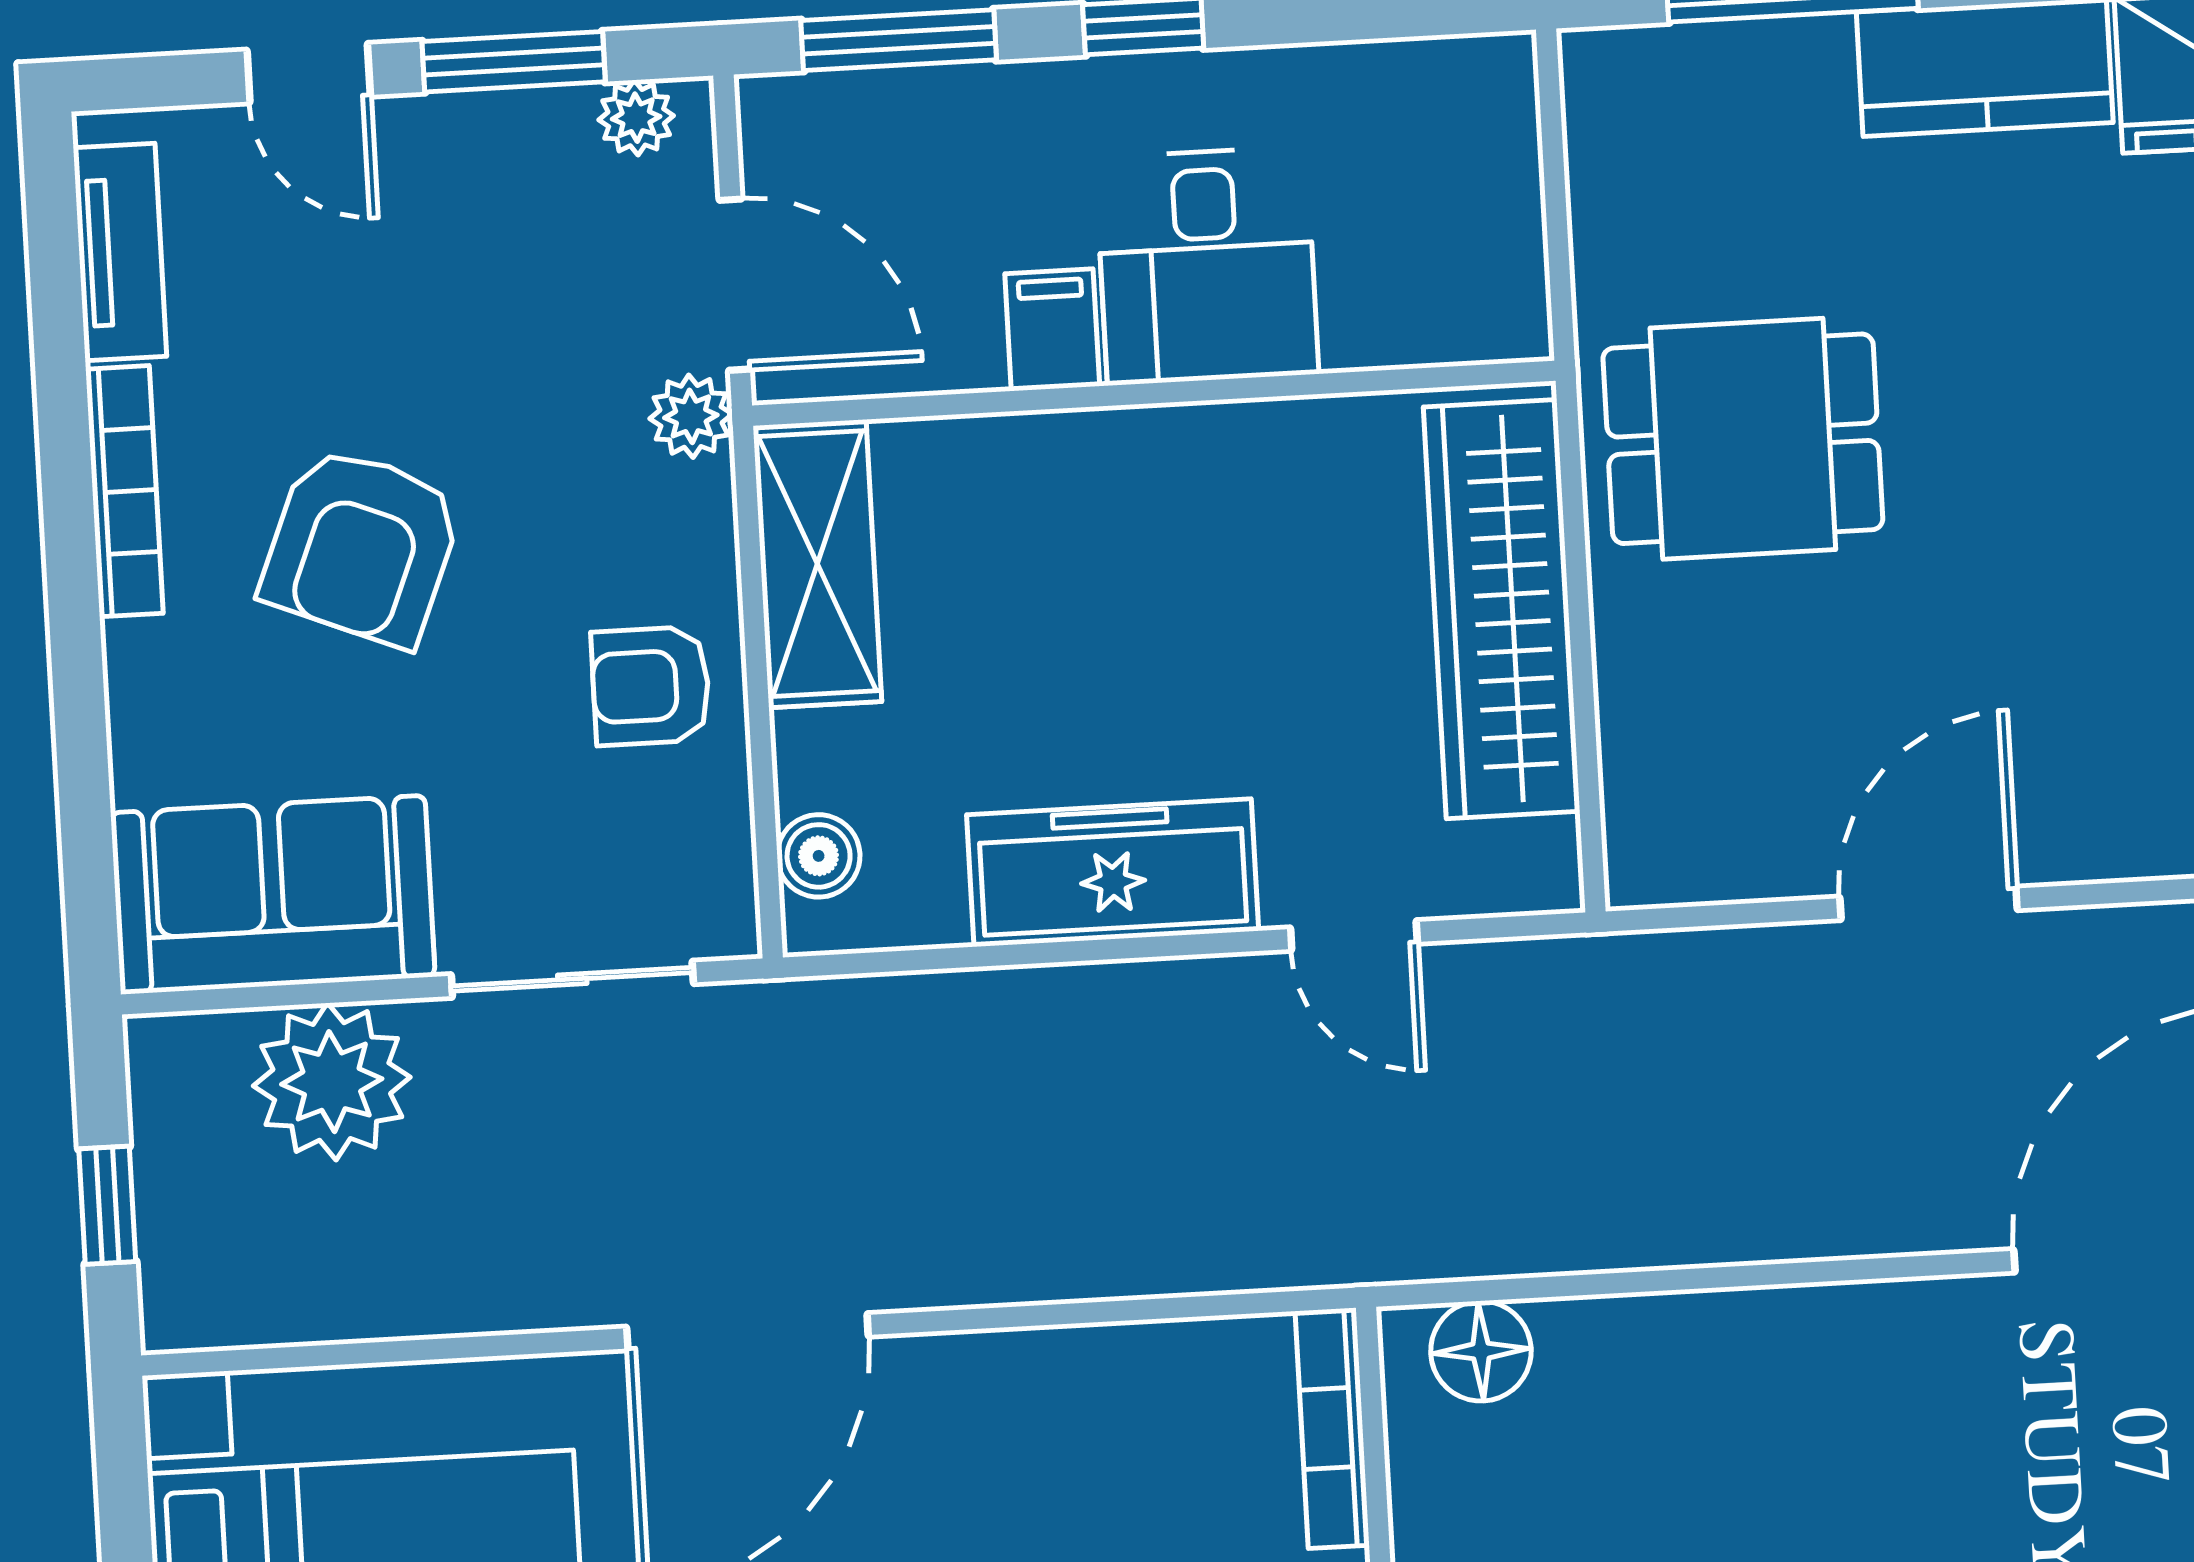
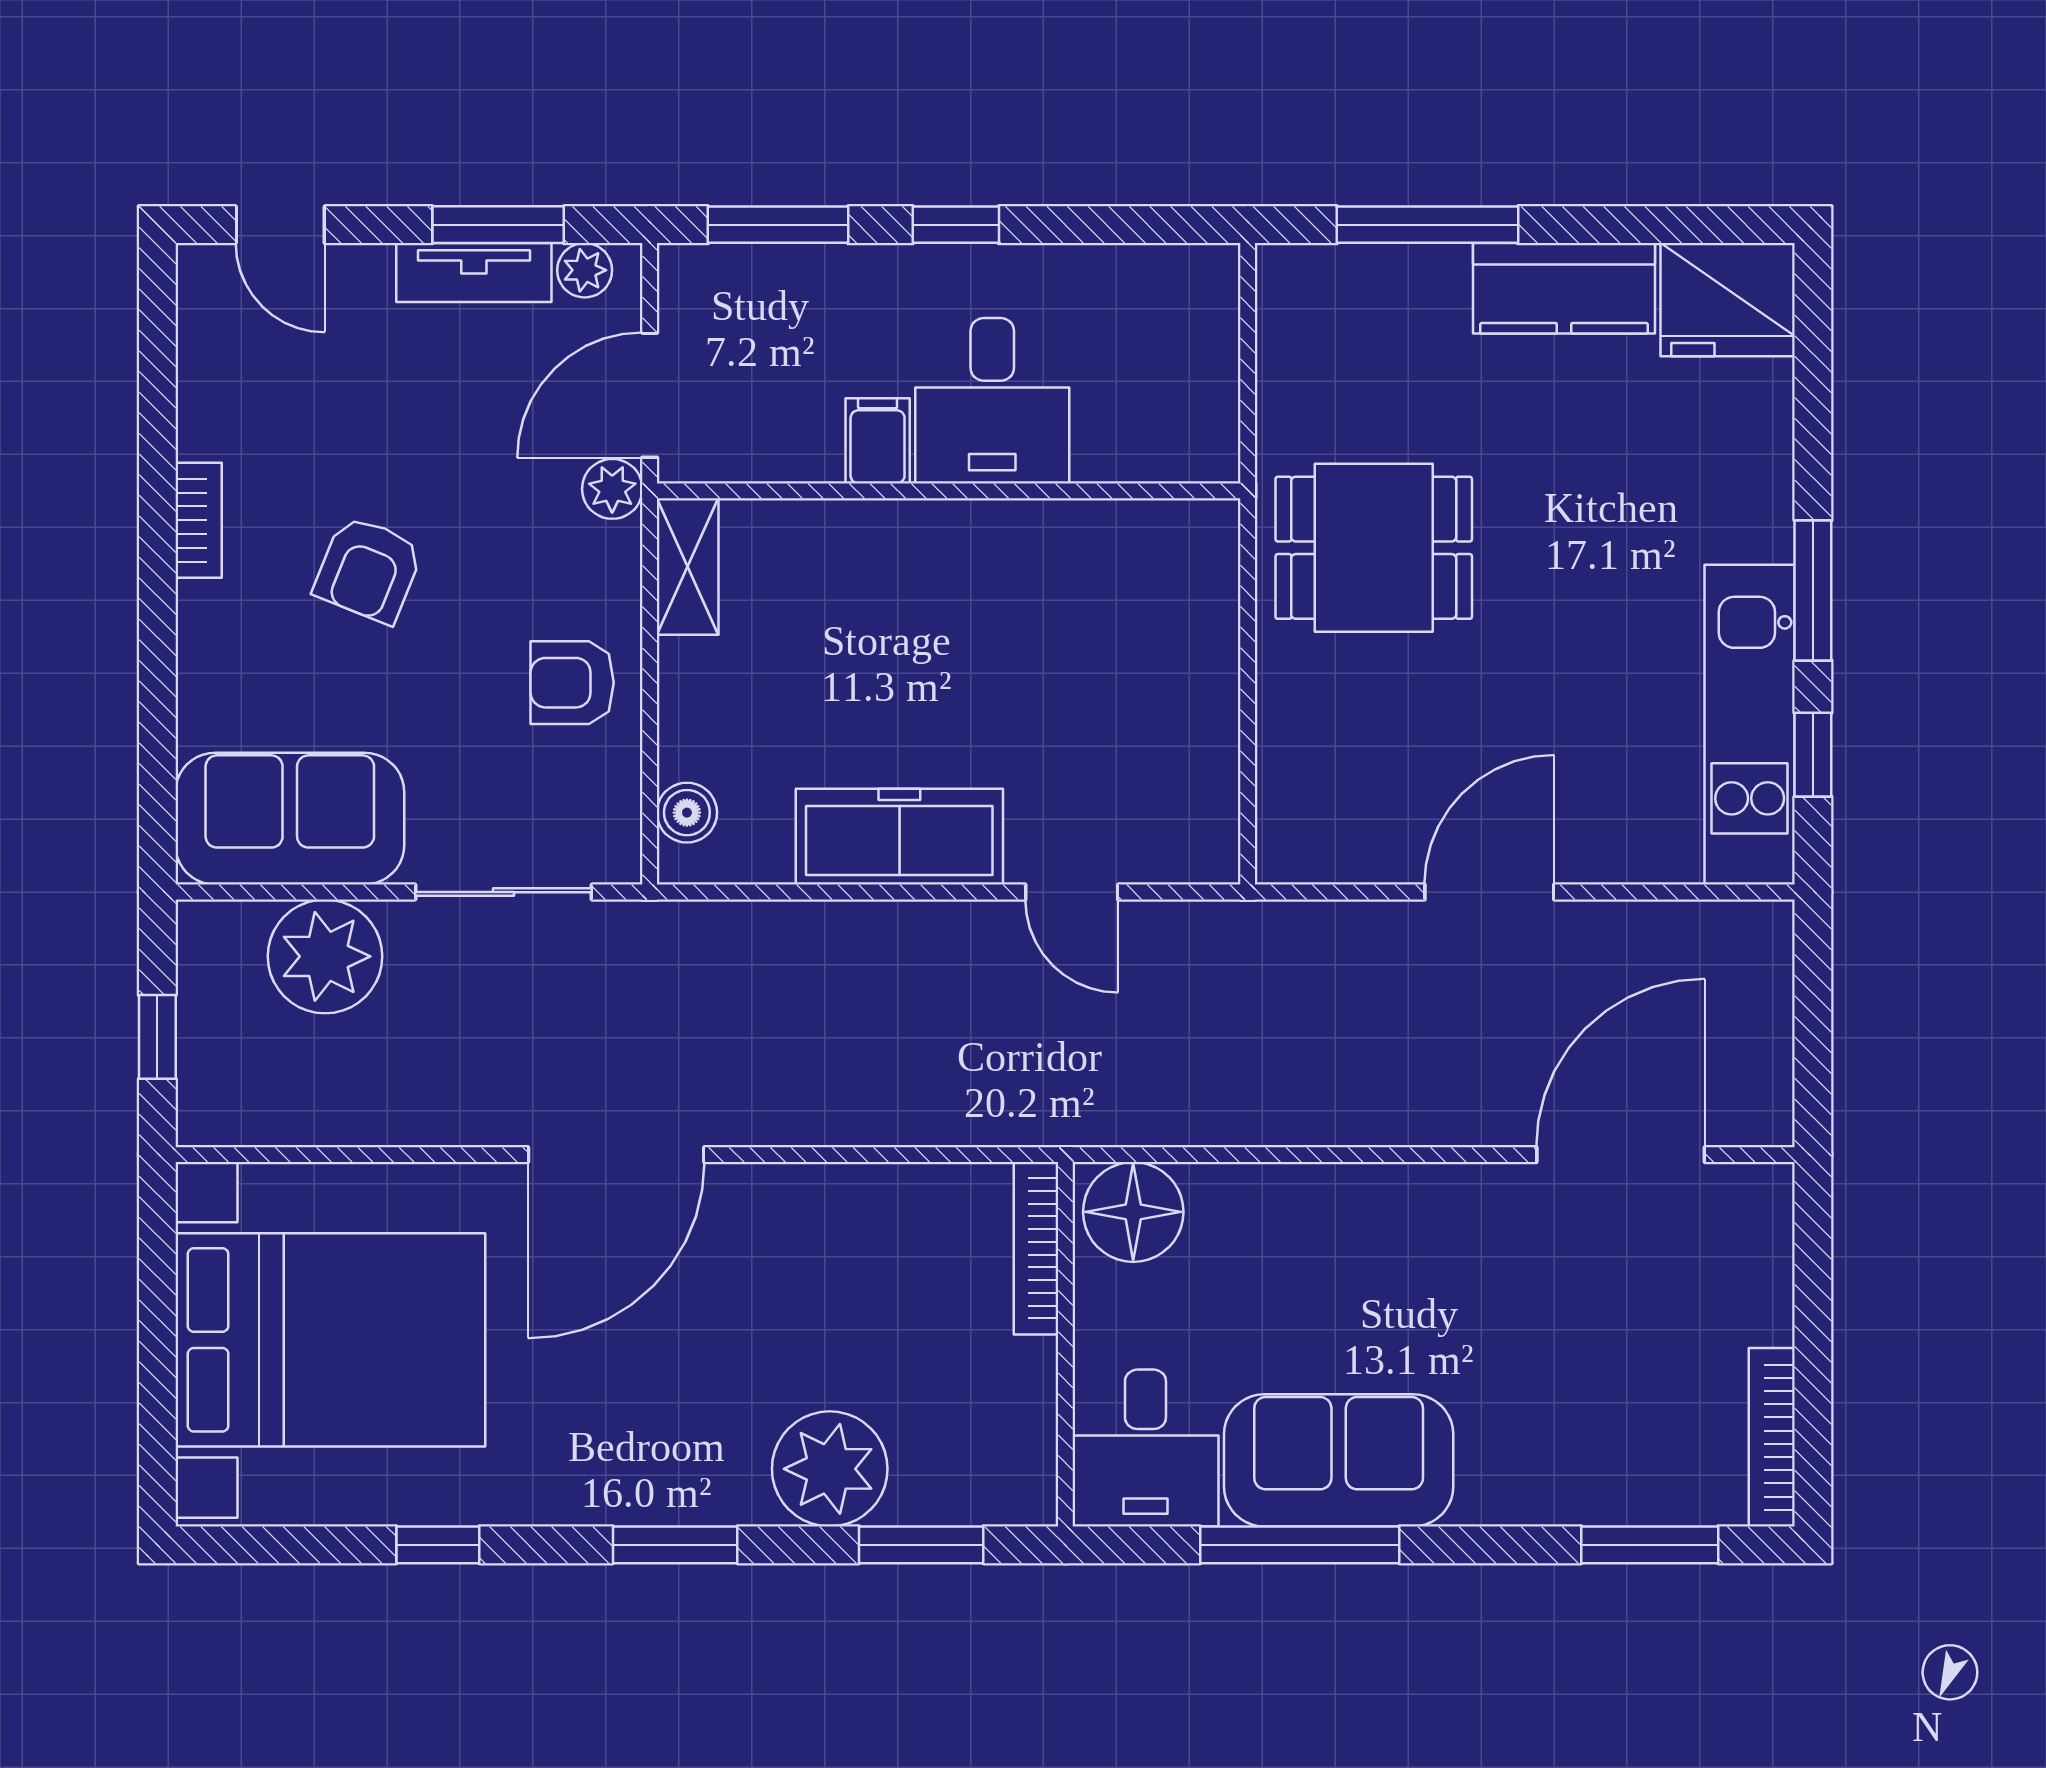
door: (309, 73) -> (280, 225), moved
tv unit: (120, 252) -> (474, 273), moved, turned 90
door: (735, 285) -> (650, 395), swing flipped
bookcase: (124, 491) -> (199, 520), width x0.64
armchair: (362, 546) -> (368, 570), width x0.72, depth x0.72
shelving: (817, 564) -> (688, 567), width x0.67, depth x0.75
wardrobe: (1502, 609) -> (1192, 661), removed
floor lamp: (1481, 1351) -> (1133, 1212), width x1.38, depth x1.38

